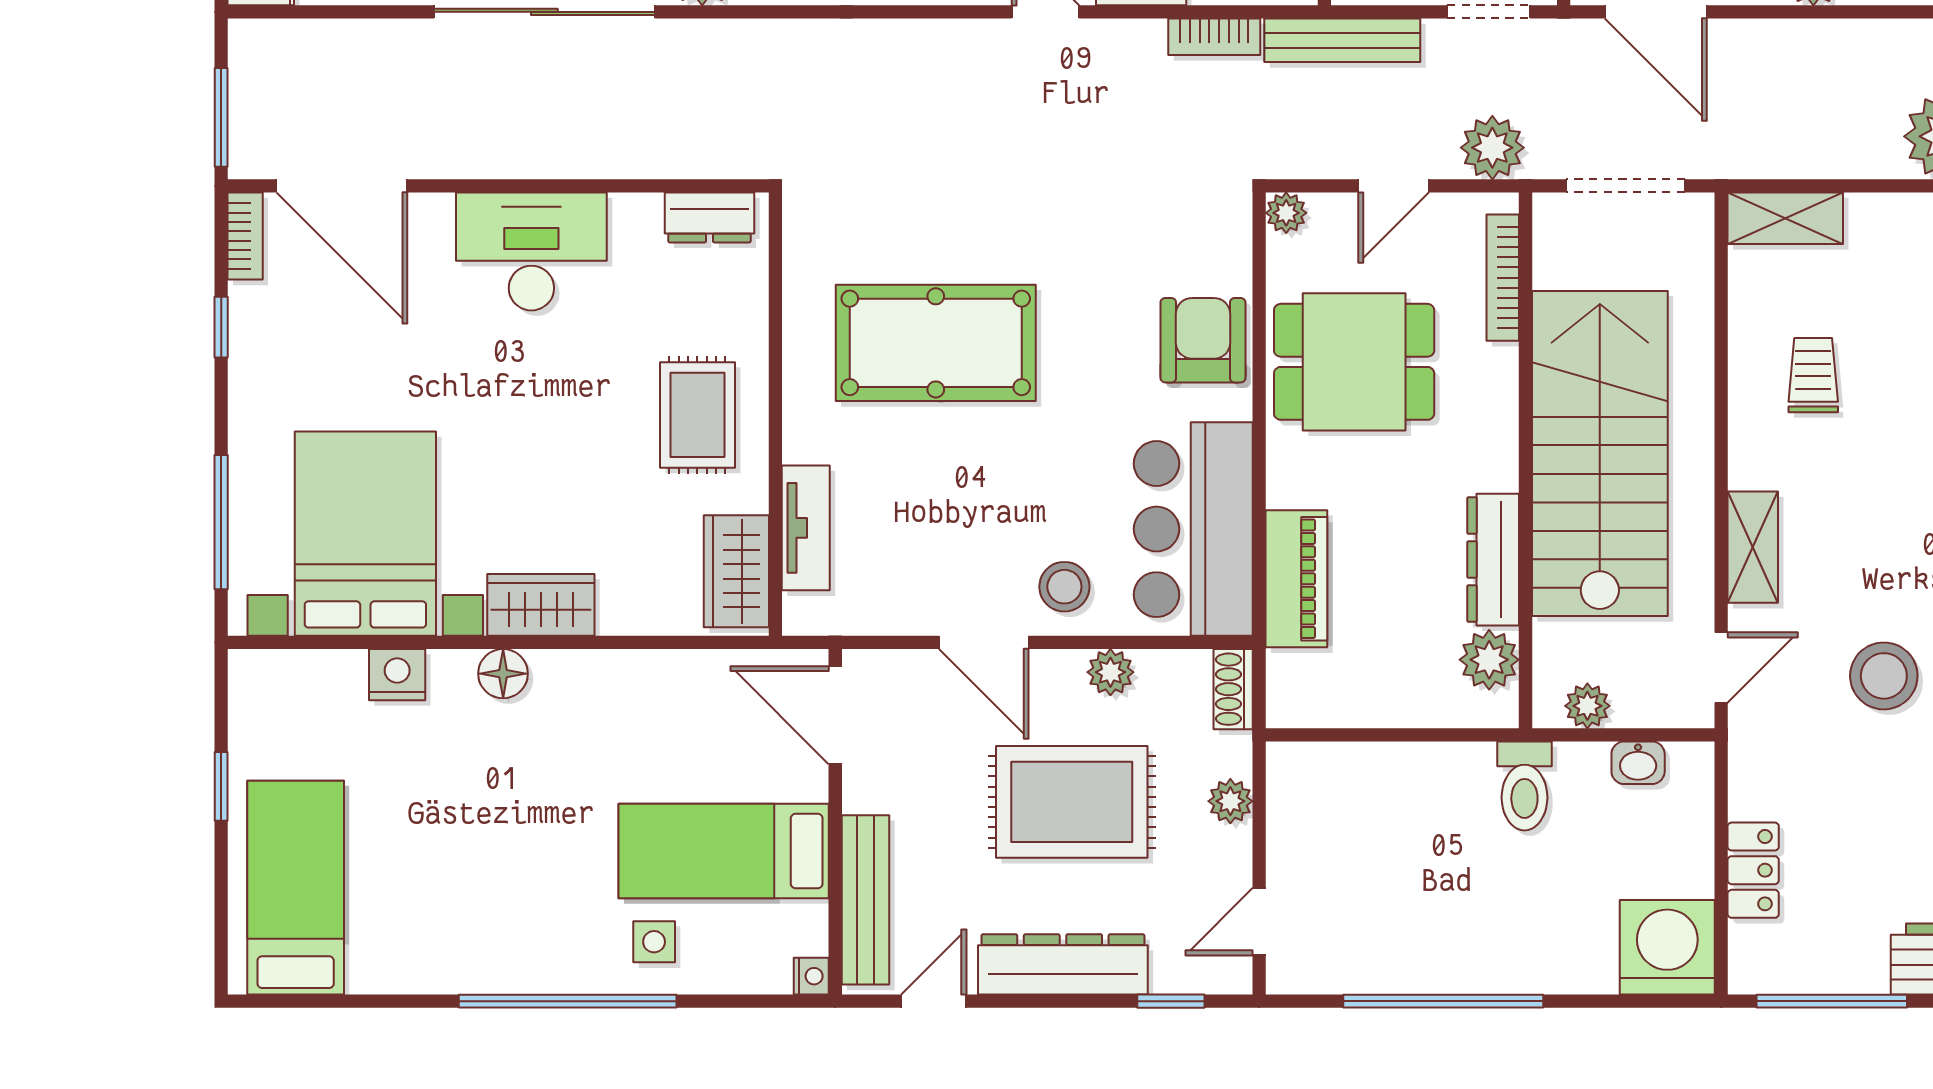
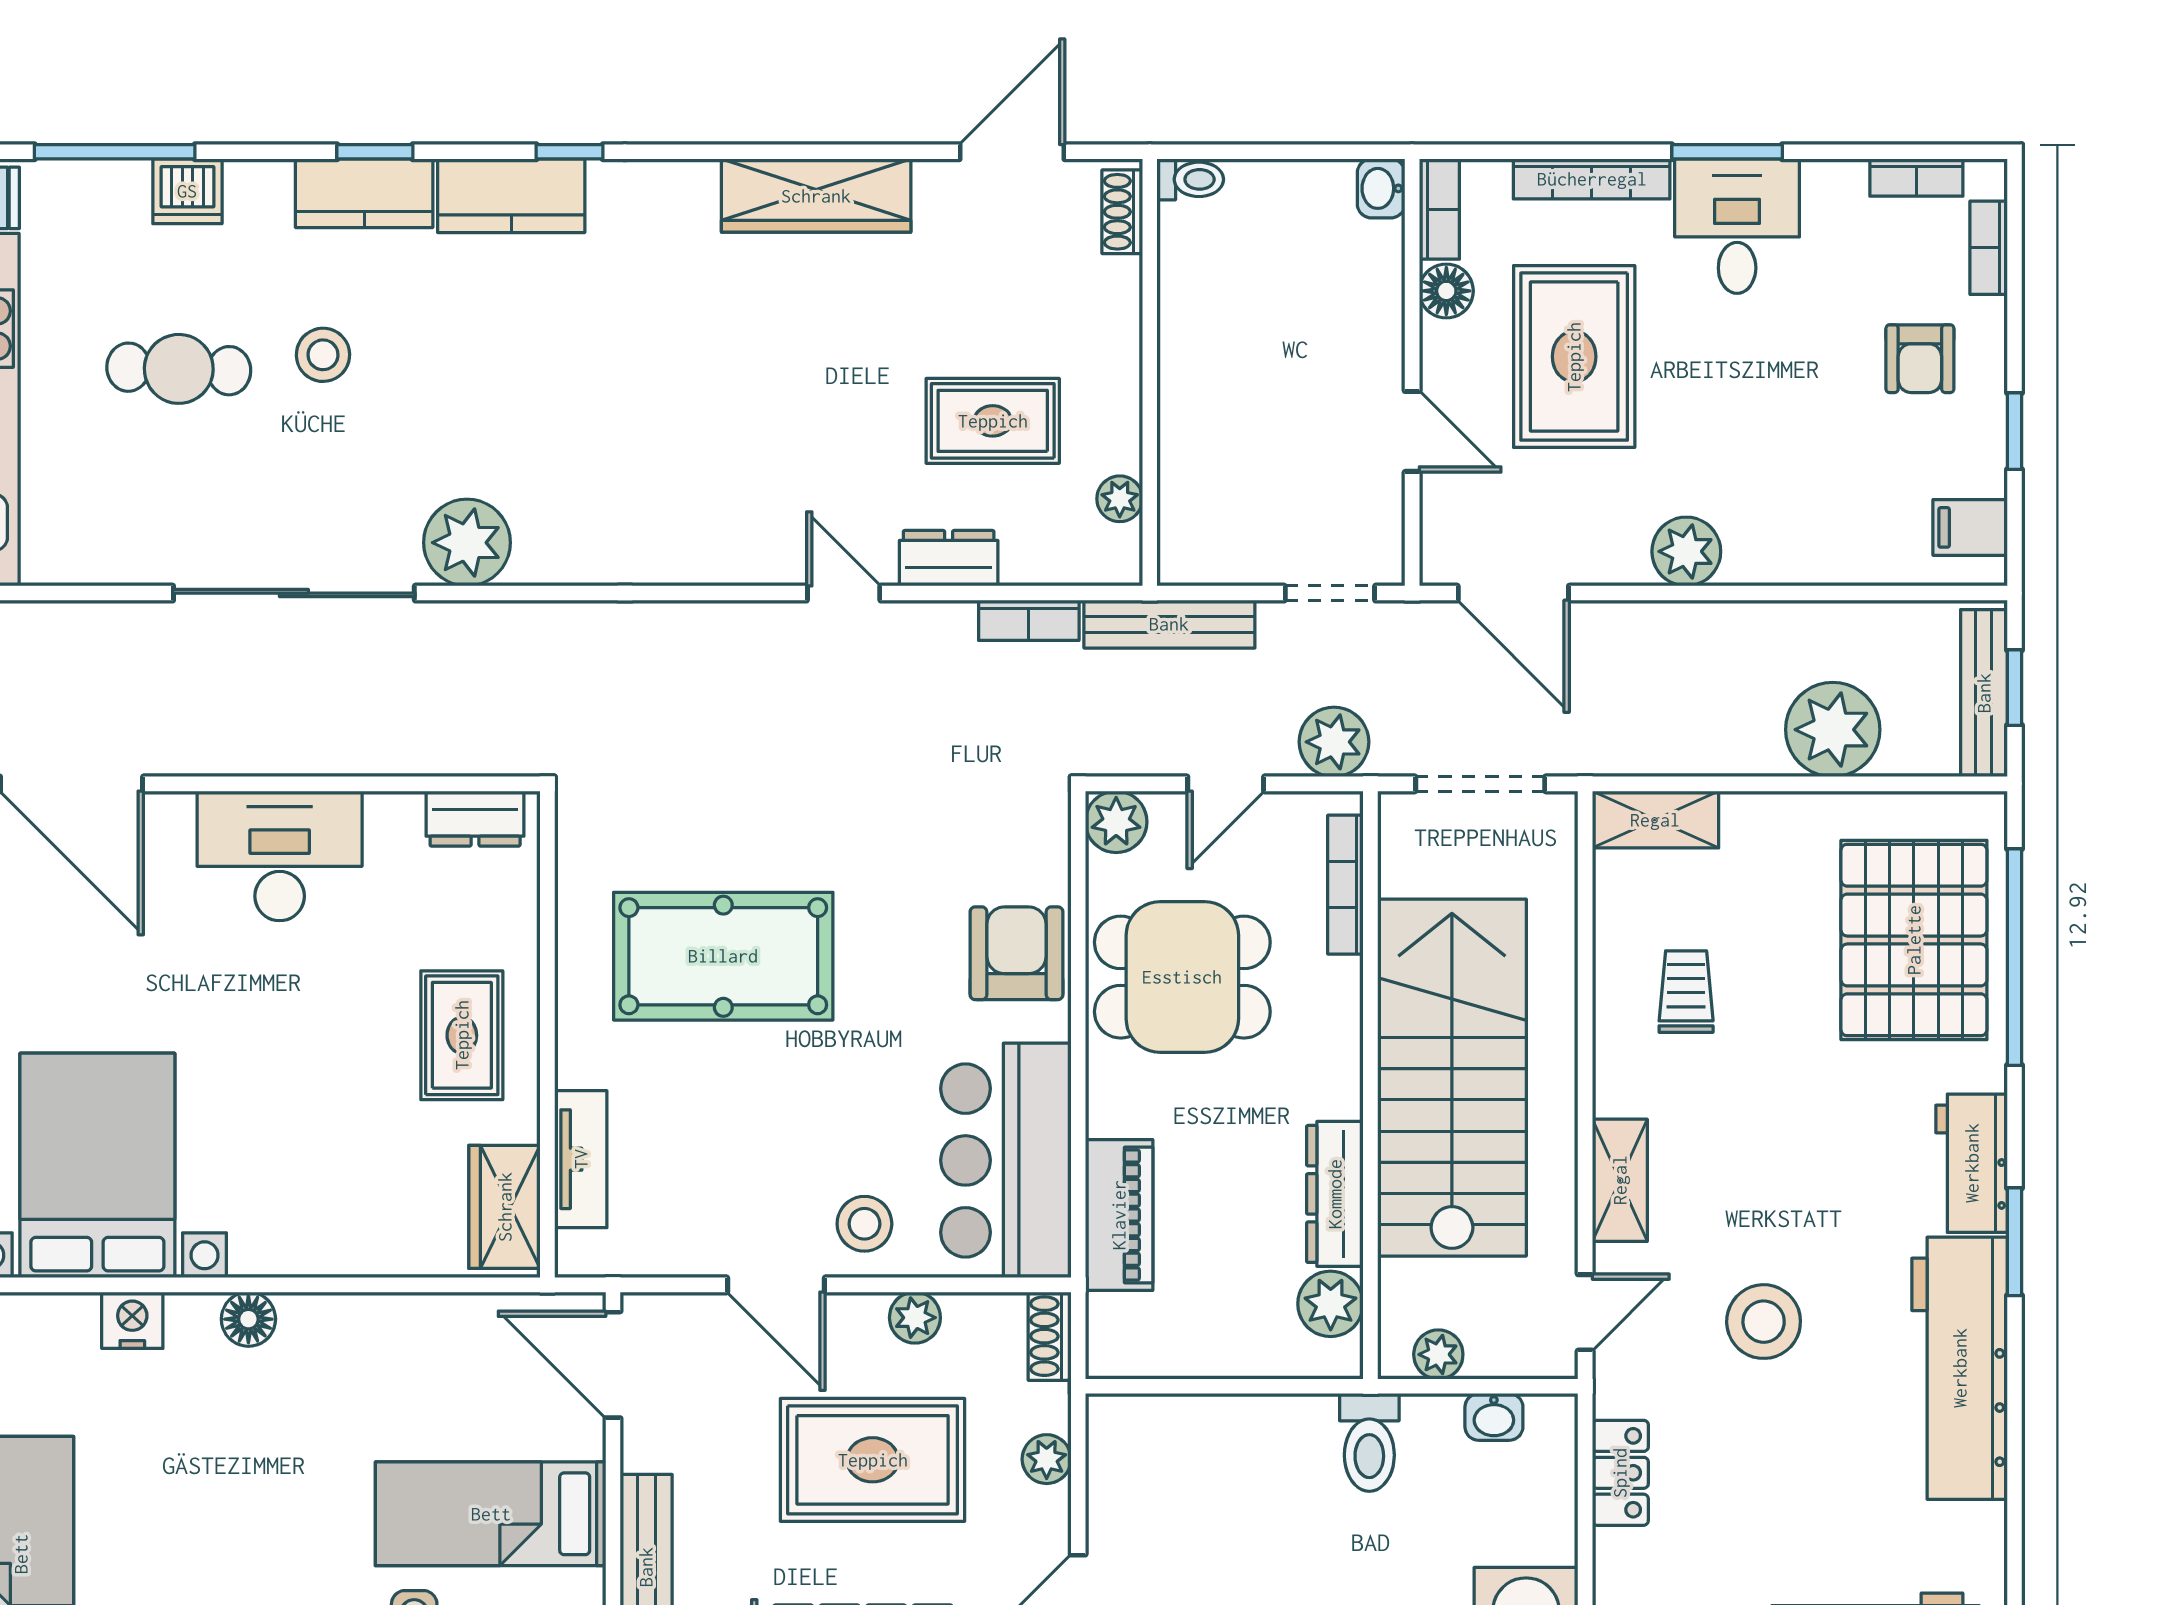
plant: (1286, 213) -> (1116, 822), width x1.38, depth x1.38
wardrobe: (541, 605) -> (290, 1244), removed
locker: (1753, 870) -> (1620, 1473), moved

